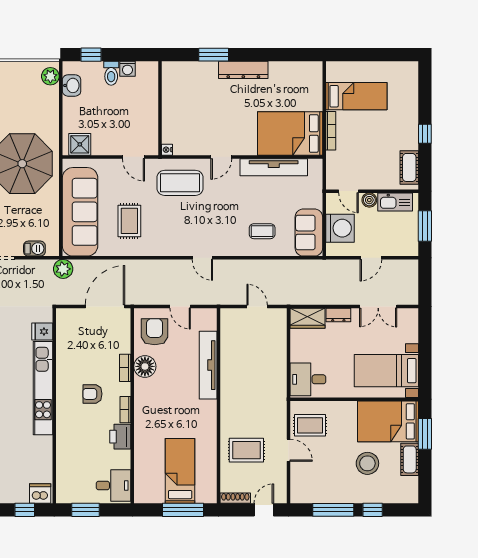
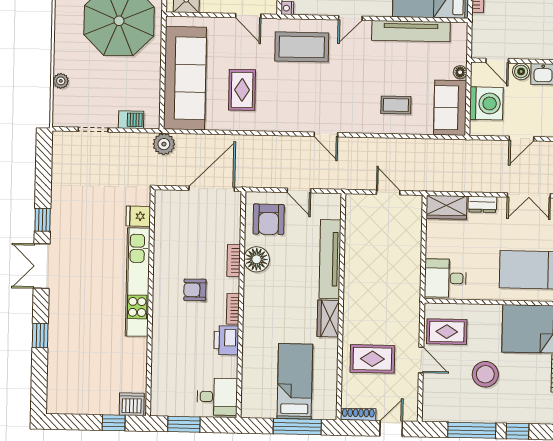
floor lamp: (317, 202) -> (460, 72), added
armchair: (155, 332) -> (269, 219), turned 180
wardrobe: (208, 416) -> (328, 319), added
stool: (367, 463) -> (485, 374), moved

